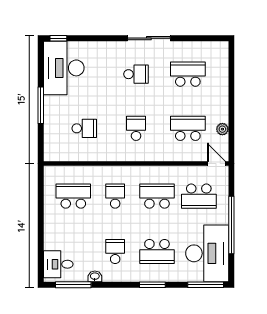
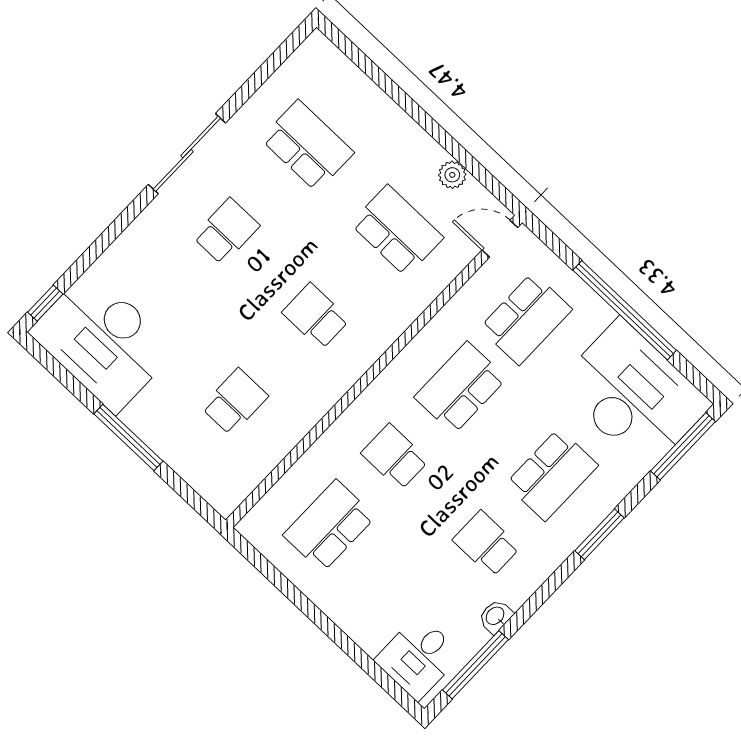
school desk: (188, 74) -> (307, 146), turned 90
school desk: (188, 128) -> (397, 231), turned 90

